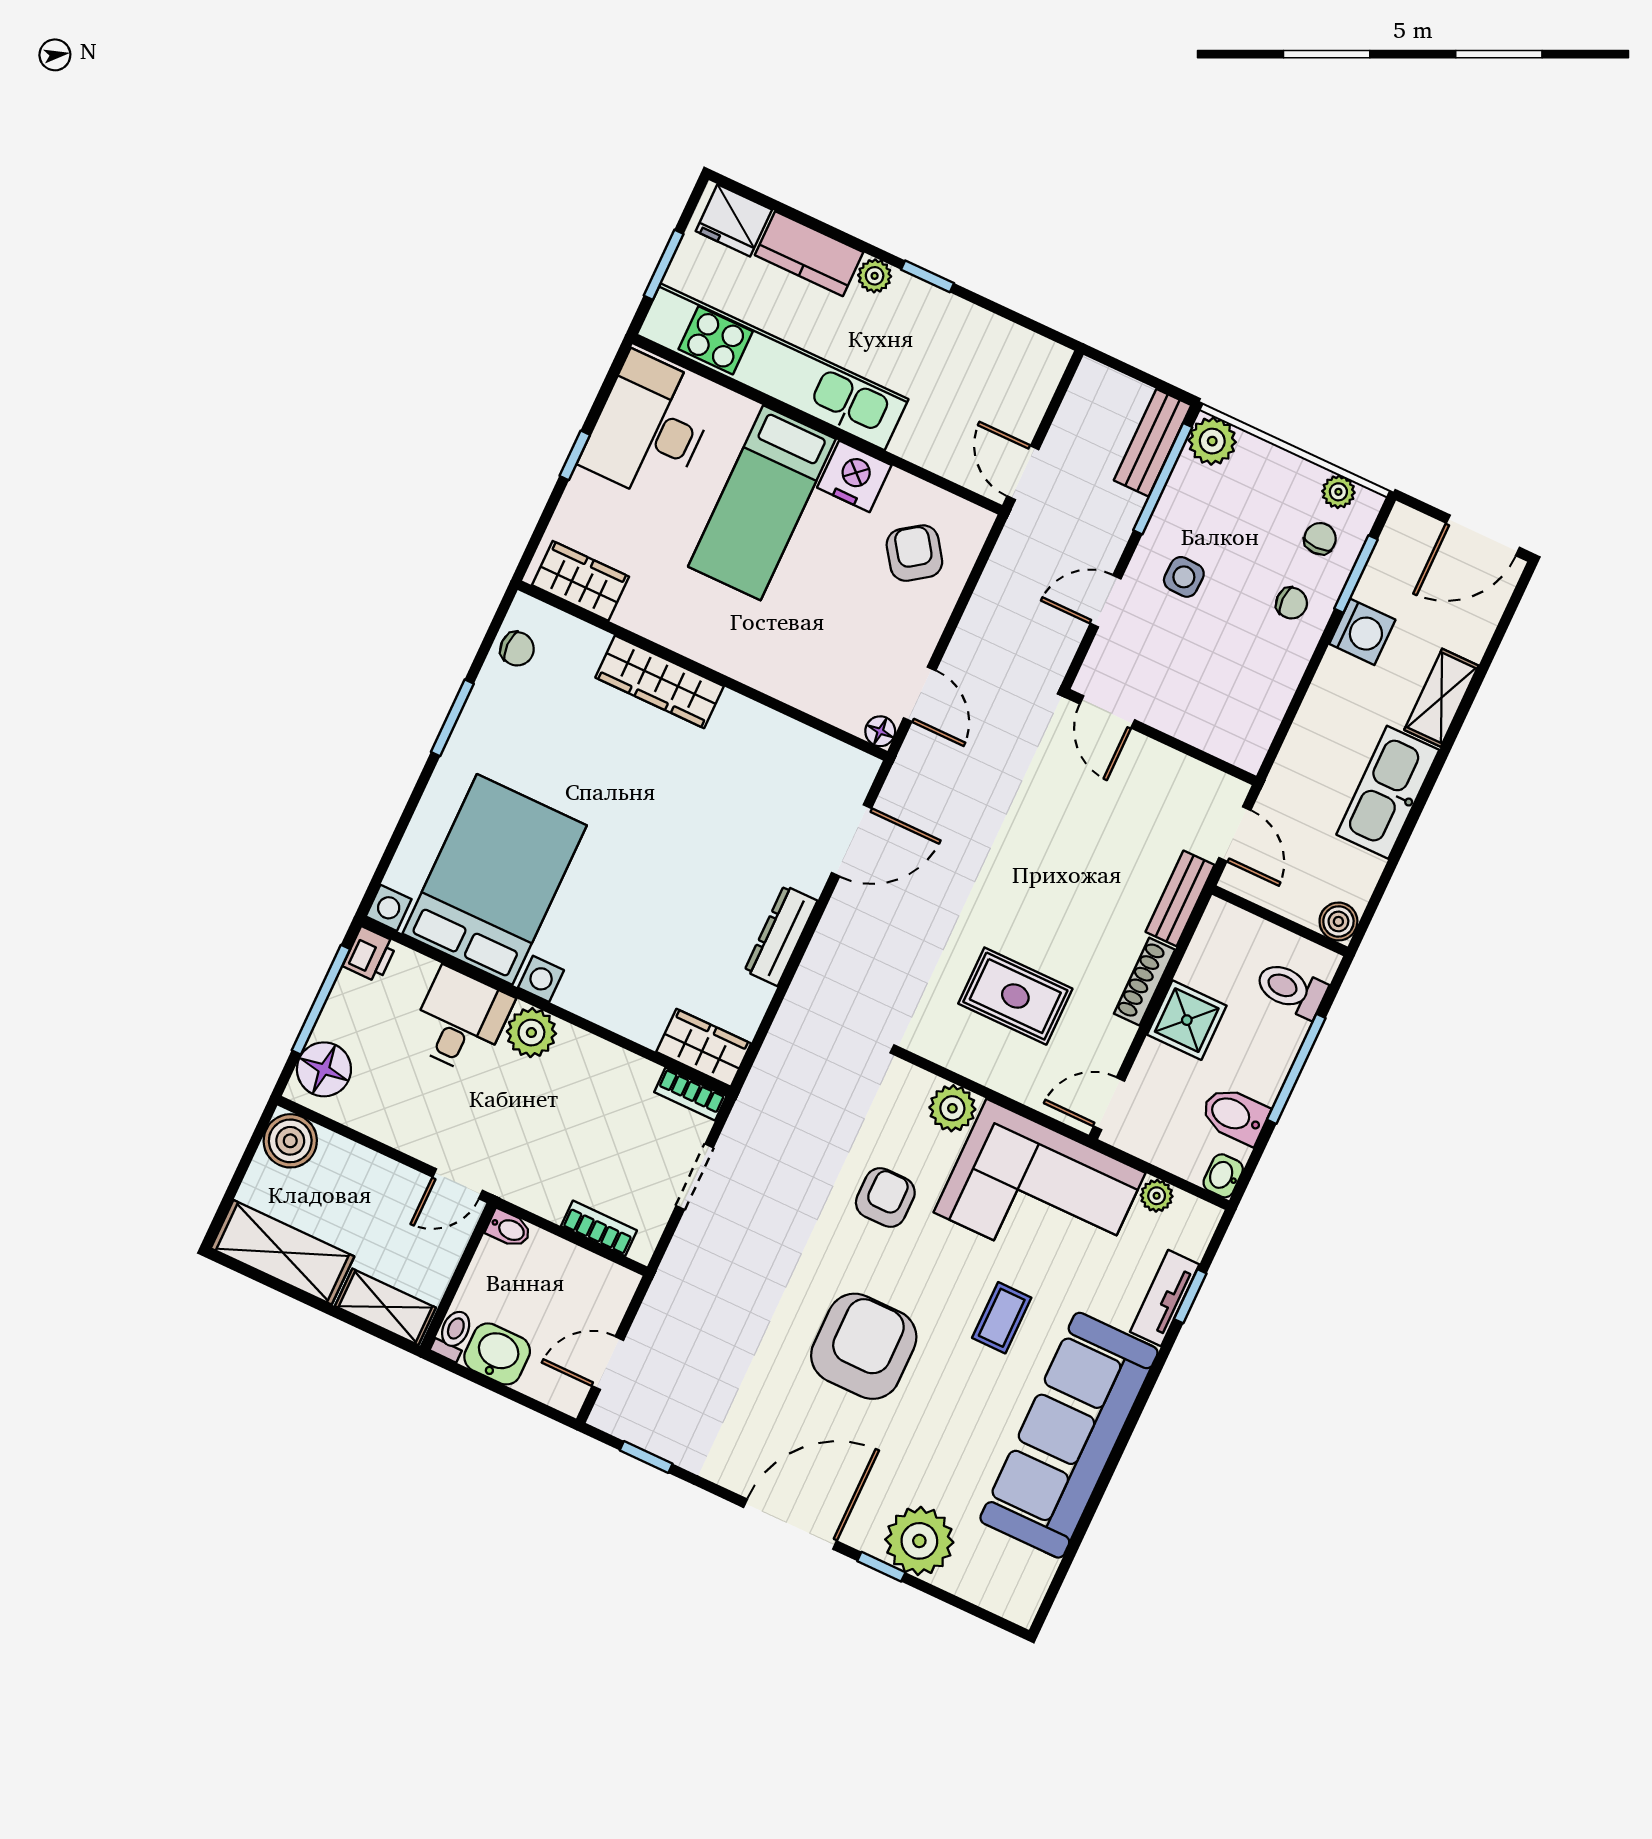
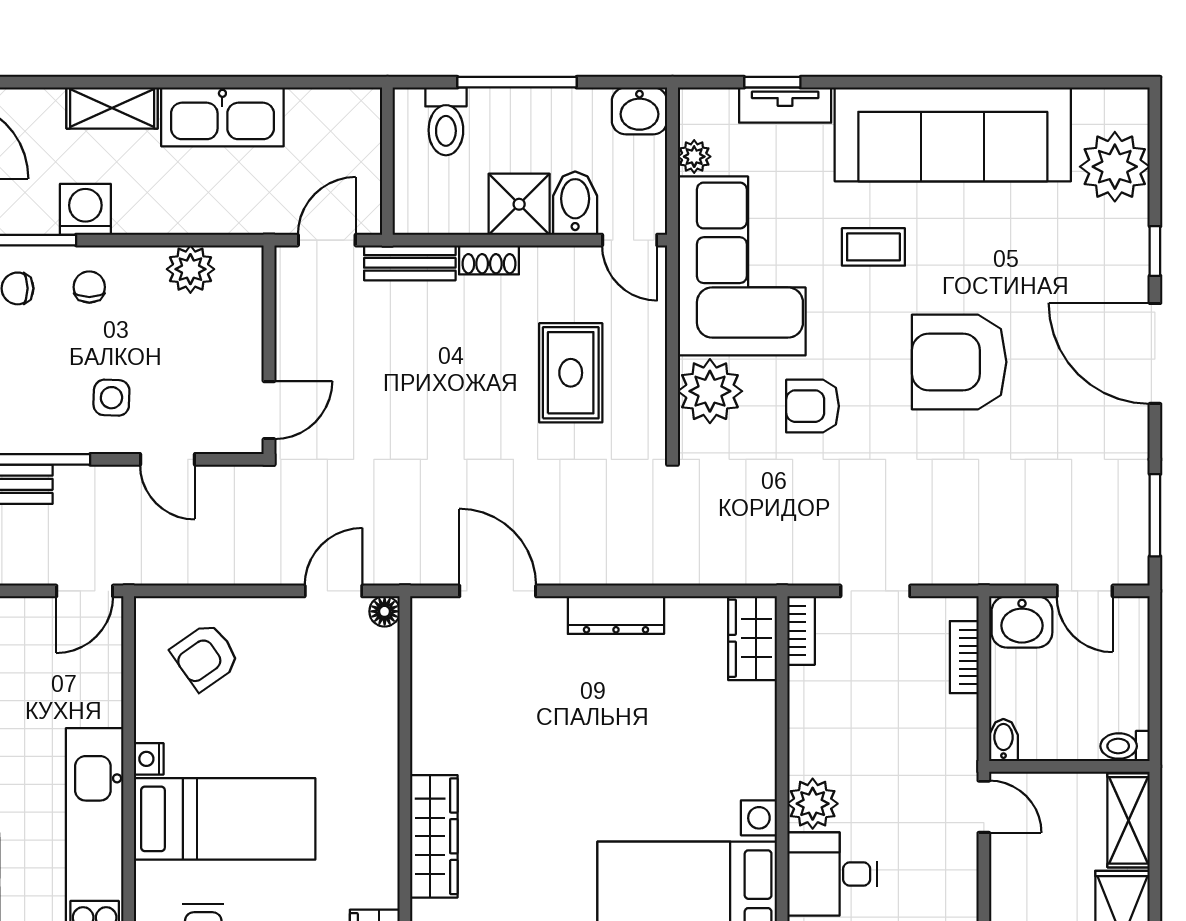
nightstand: (854, 476) -> (149, 759), width x0.53, depth x0.56
plant: (1265, 701) -> (190, 269), added
boiler: (1338, 921) -> (363, 107), removed
shoe rack: (1144, 982) -> (489, 260), width x0.70
plant: (952, 1108) -> (710, 391), width x1.36, depth x1.36
bidet: (1235, 1115) -> (575, 203), moved, turned 180
washbasin: (1223, 1176) -> (639, 111), width x1.38, depth x1.45
washbasin: (497, 1354) -> (1022, 622), moved, turned -90
window: (646, 1457) -> (1155, 515), width x1.50
plant: (919, 1541) -> (1115, 167), moved

